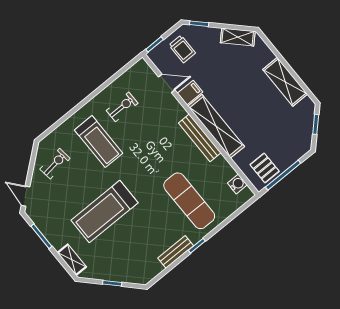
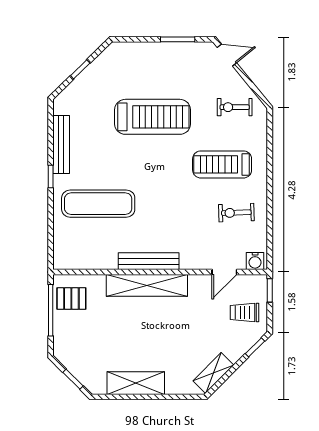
filing cabinet: (190, 93) -> (198, 287), removed
exercise bike: (122, 107) -> (236, 213), turned 88
exercise bike: (55, 164) -> (235, 107), turned 97
water cooler: (237, 184) -> (255, 261), moved
treadmill: (105, 212) -> (153, 117), turned 90
bench: (176, 252) -> (61, 145), width x1.36
shelving: (72, 260) -> (133, 50), removed

